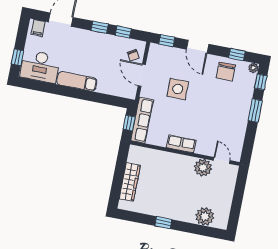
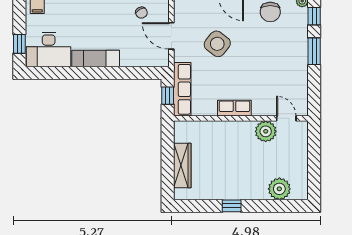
chair: (133, 55) -> (141, 13), moved
side table: (178, 89) -> (217, 44), turned 38

